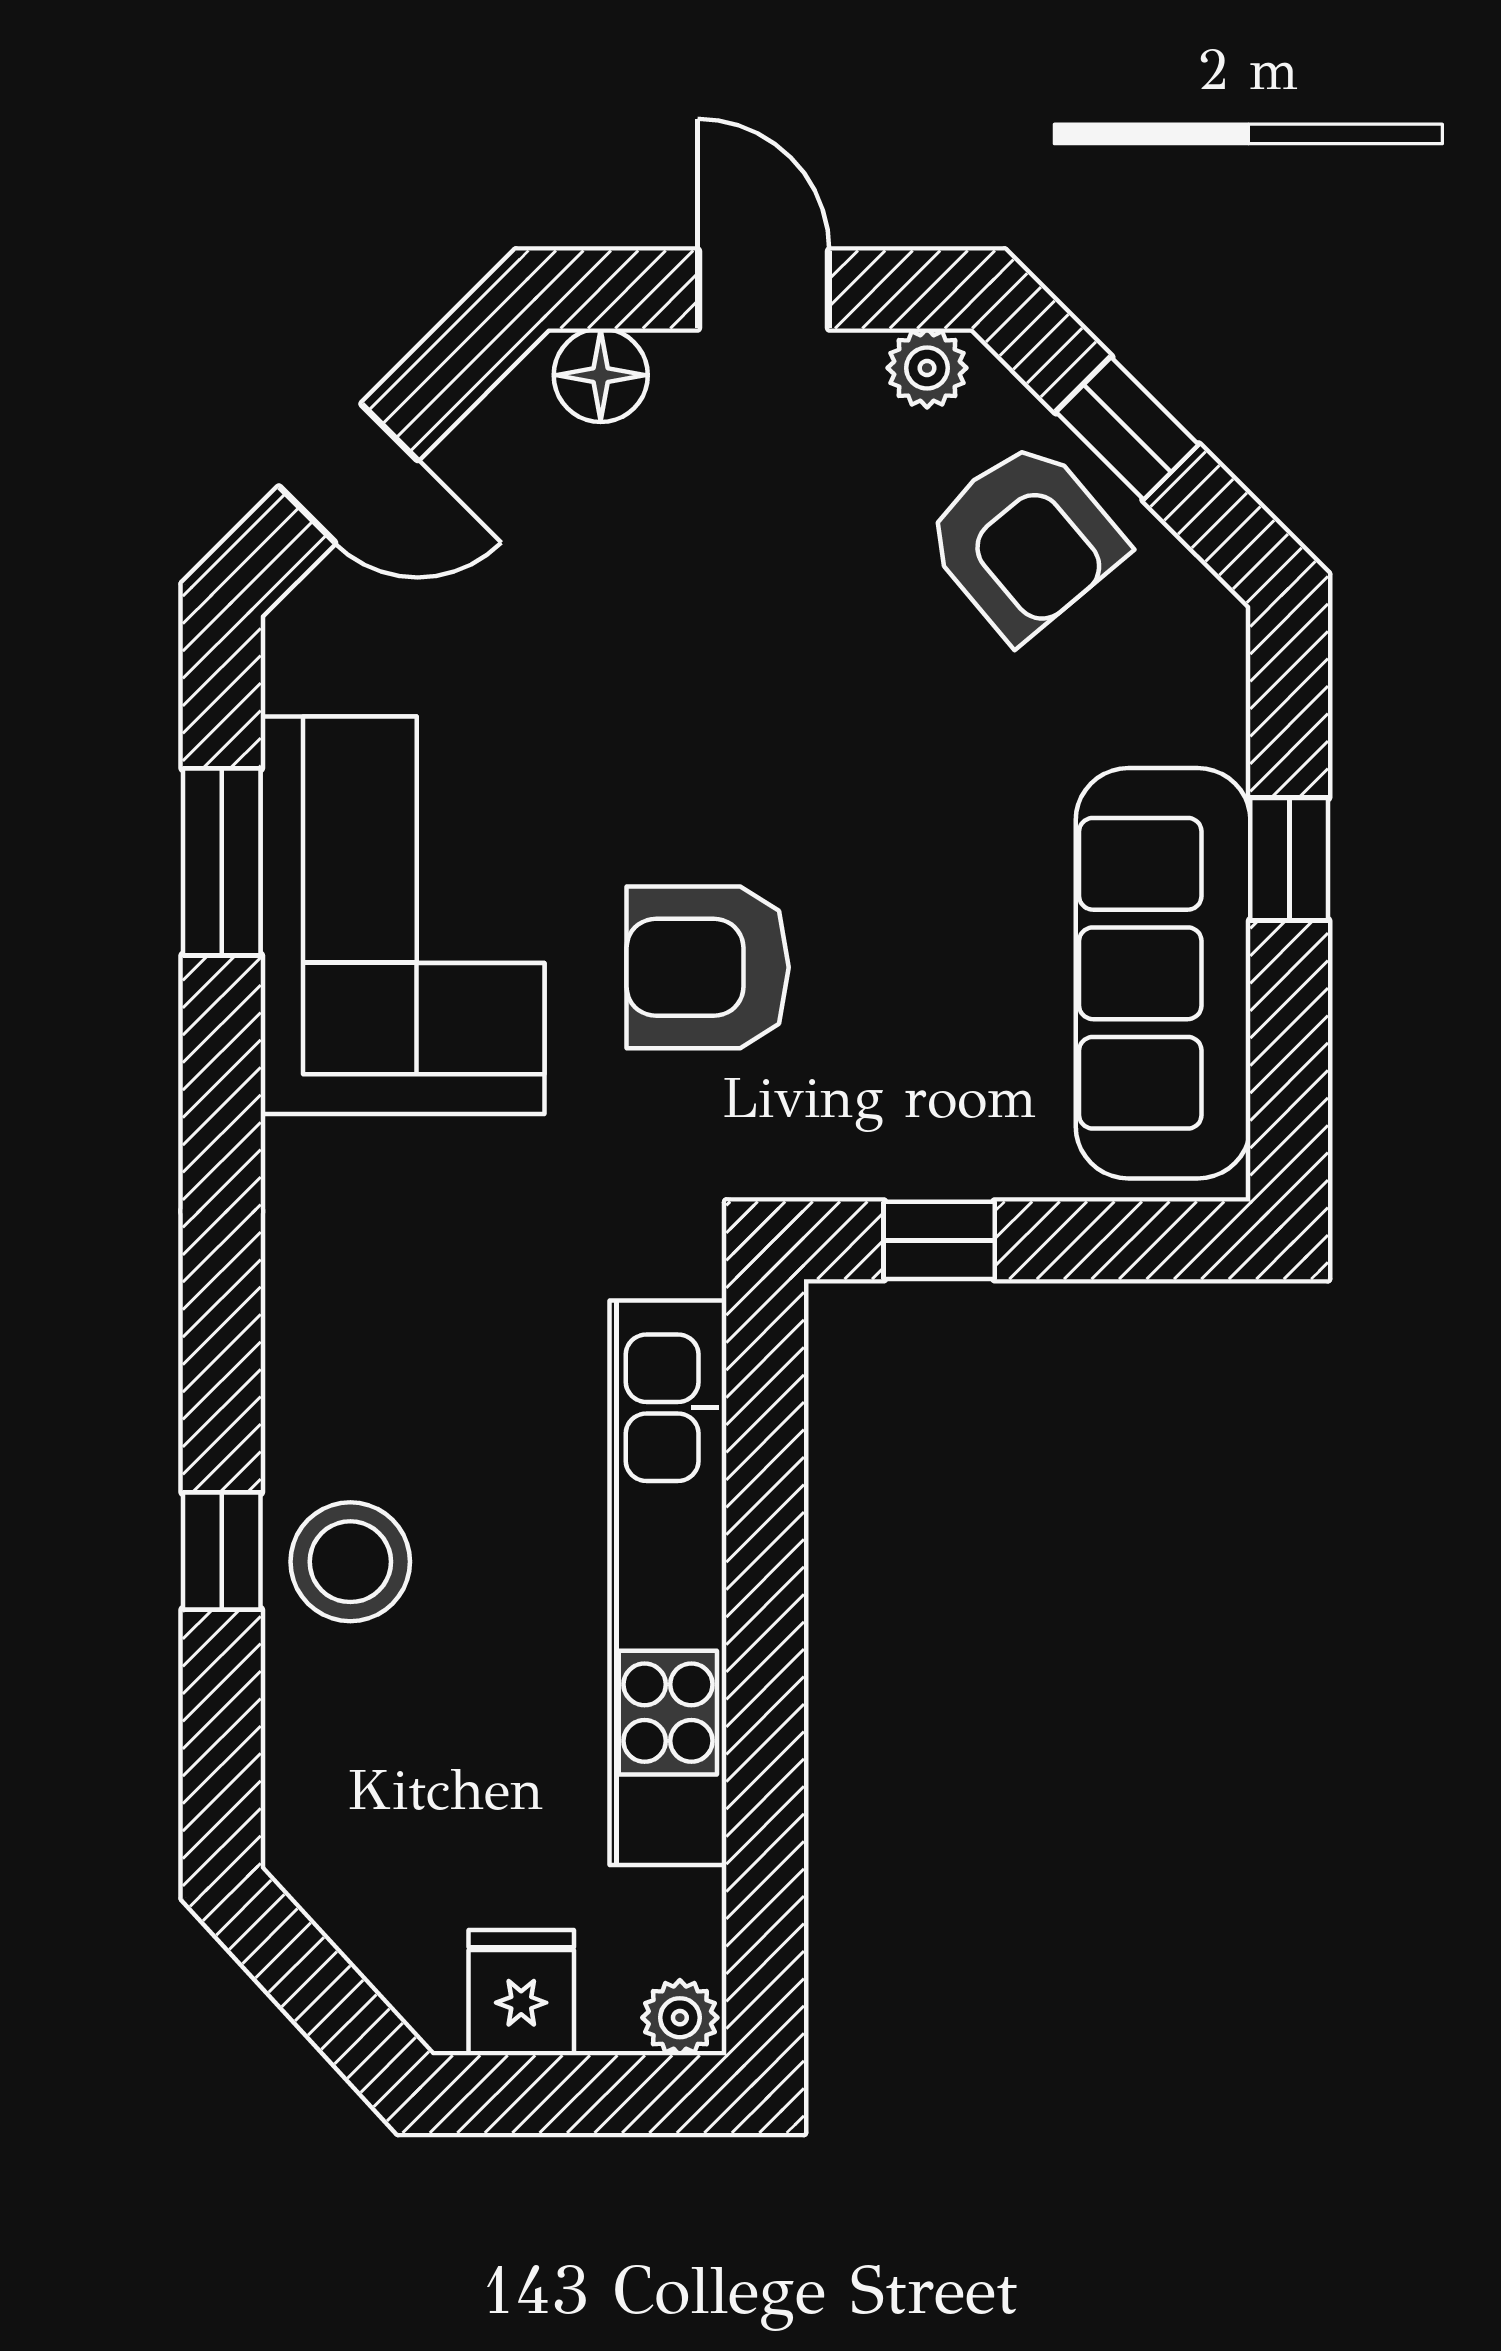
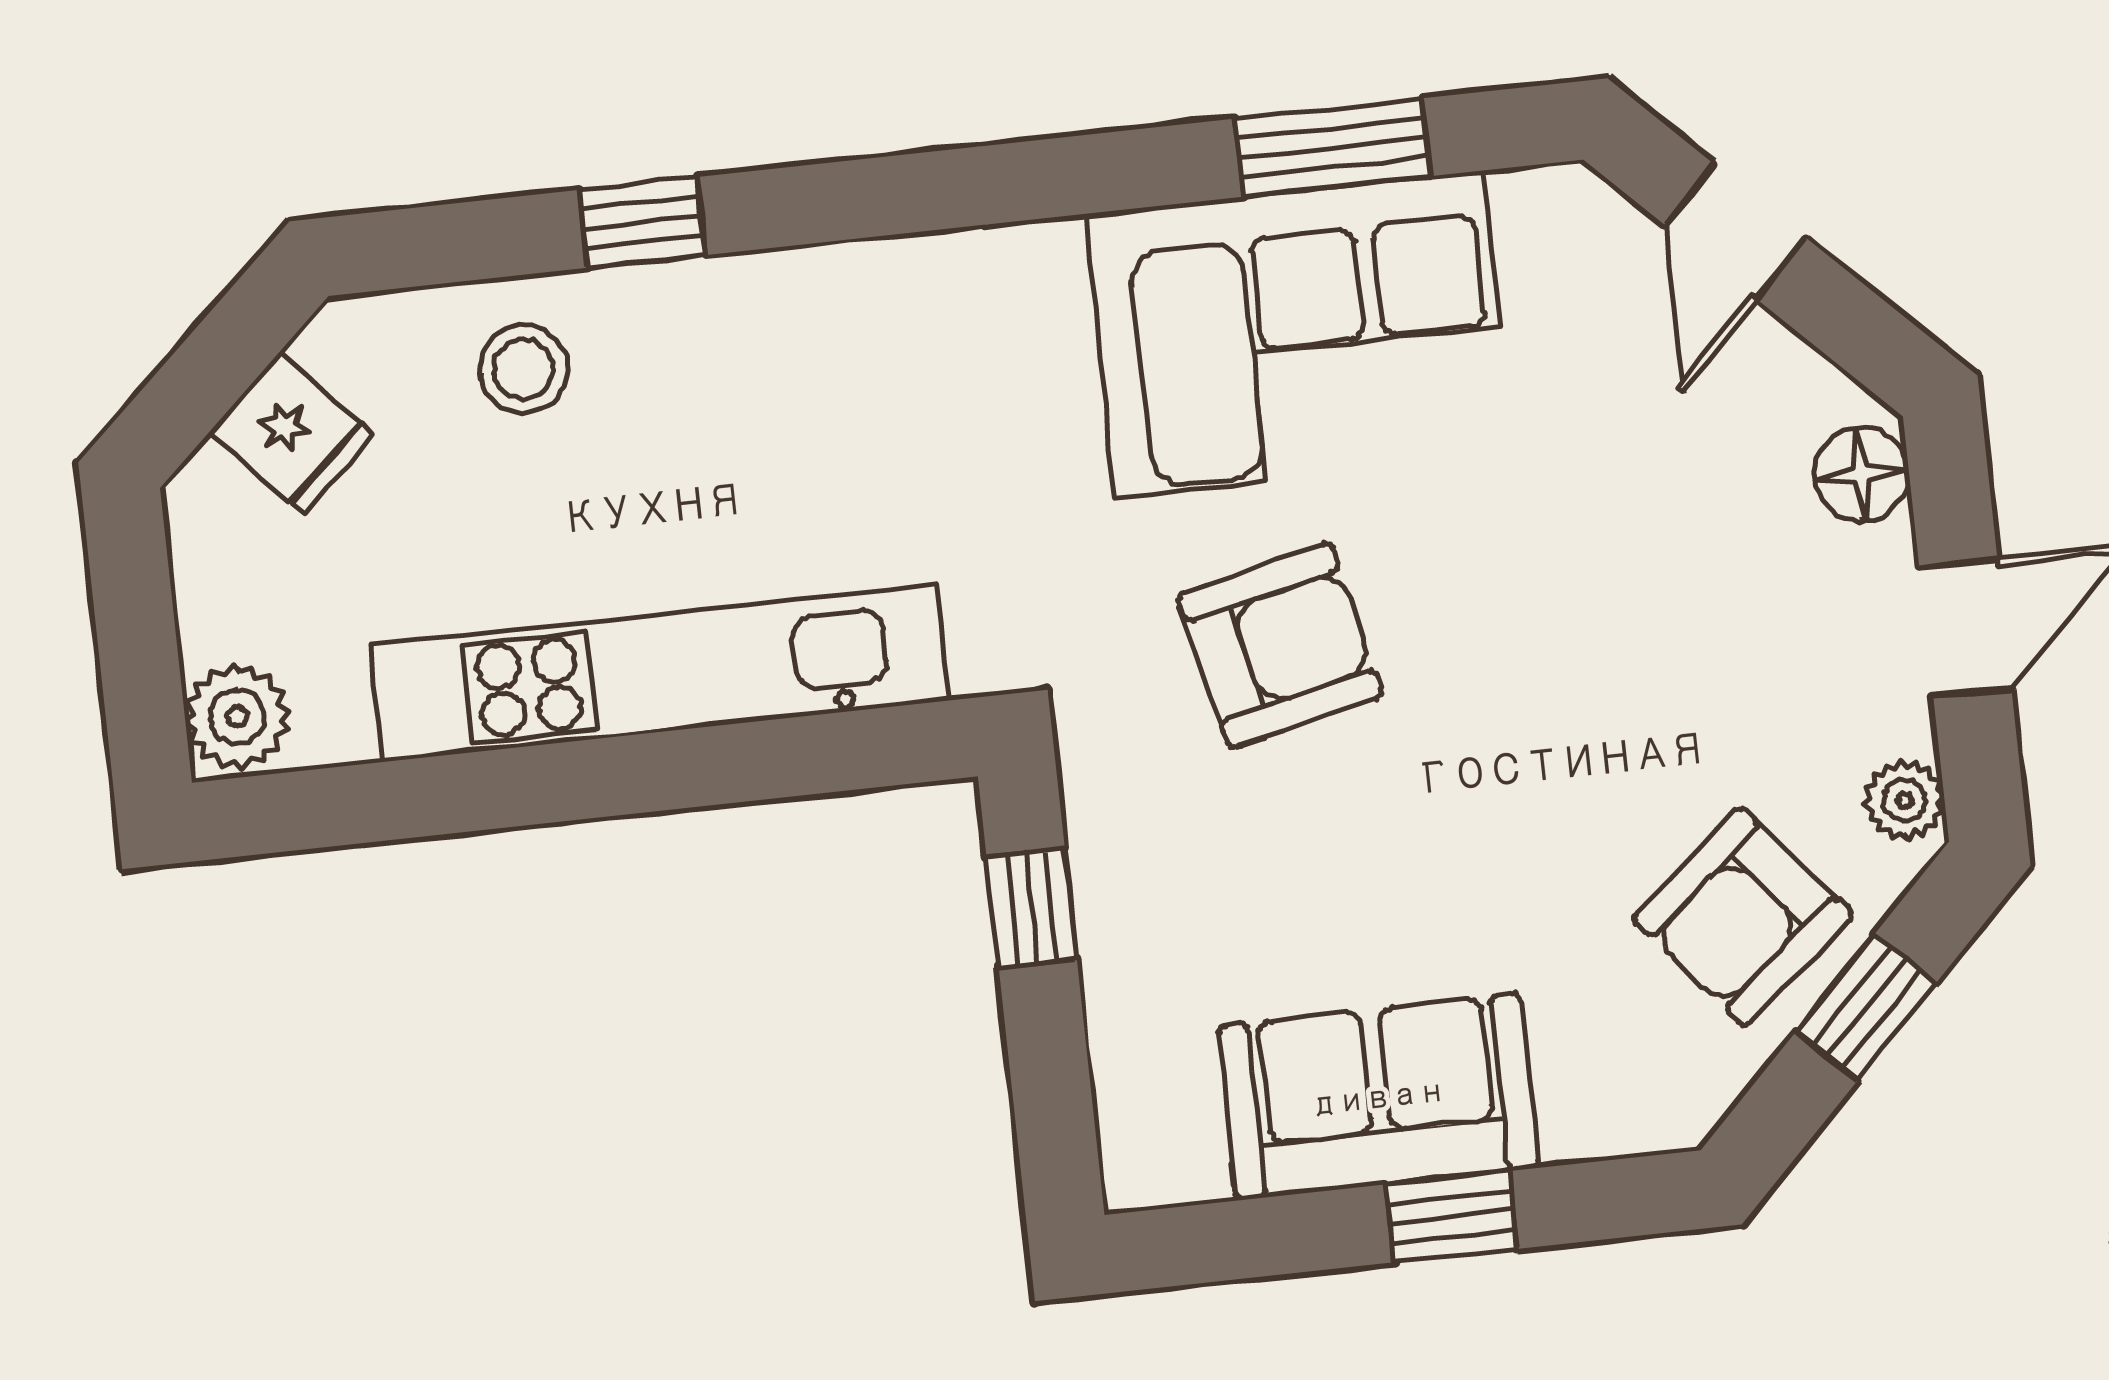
armchair: (708, 967) -> (1280, 646), turned 77
sofa: (1163, 973) -> (1378, 1097), width x0.73
stool: (350, 1562) -> (523, 369), moved, width x0.73, depth x0.73
fridge: (521, 1993) -> (292, 434), moved, turned 47
plant: (680, 2018) -> (237, 717), width x1.38, depth x1.38

